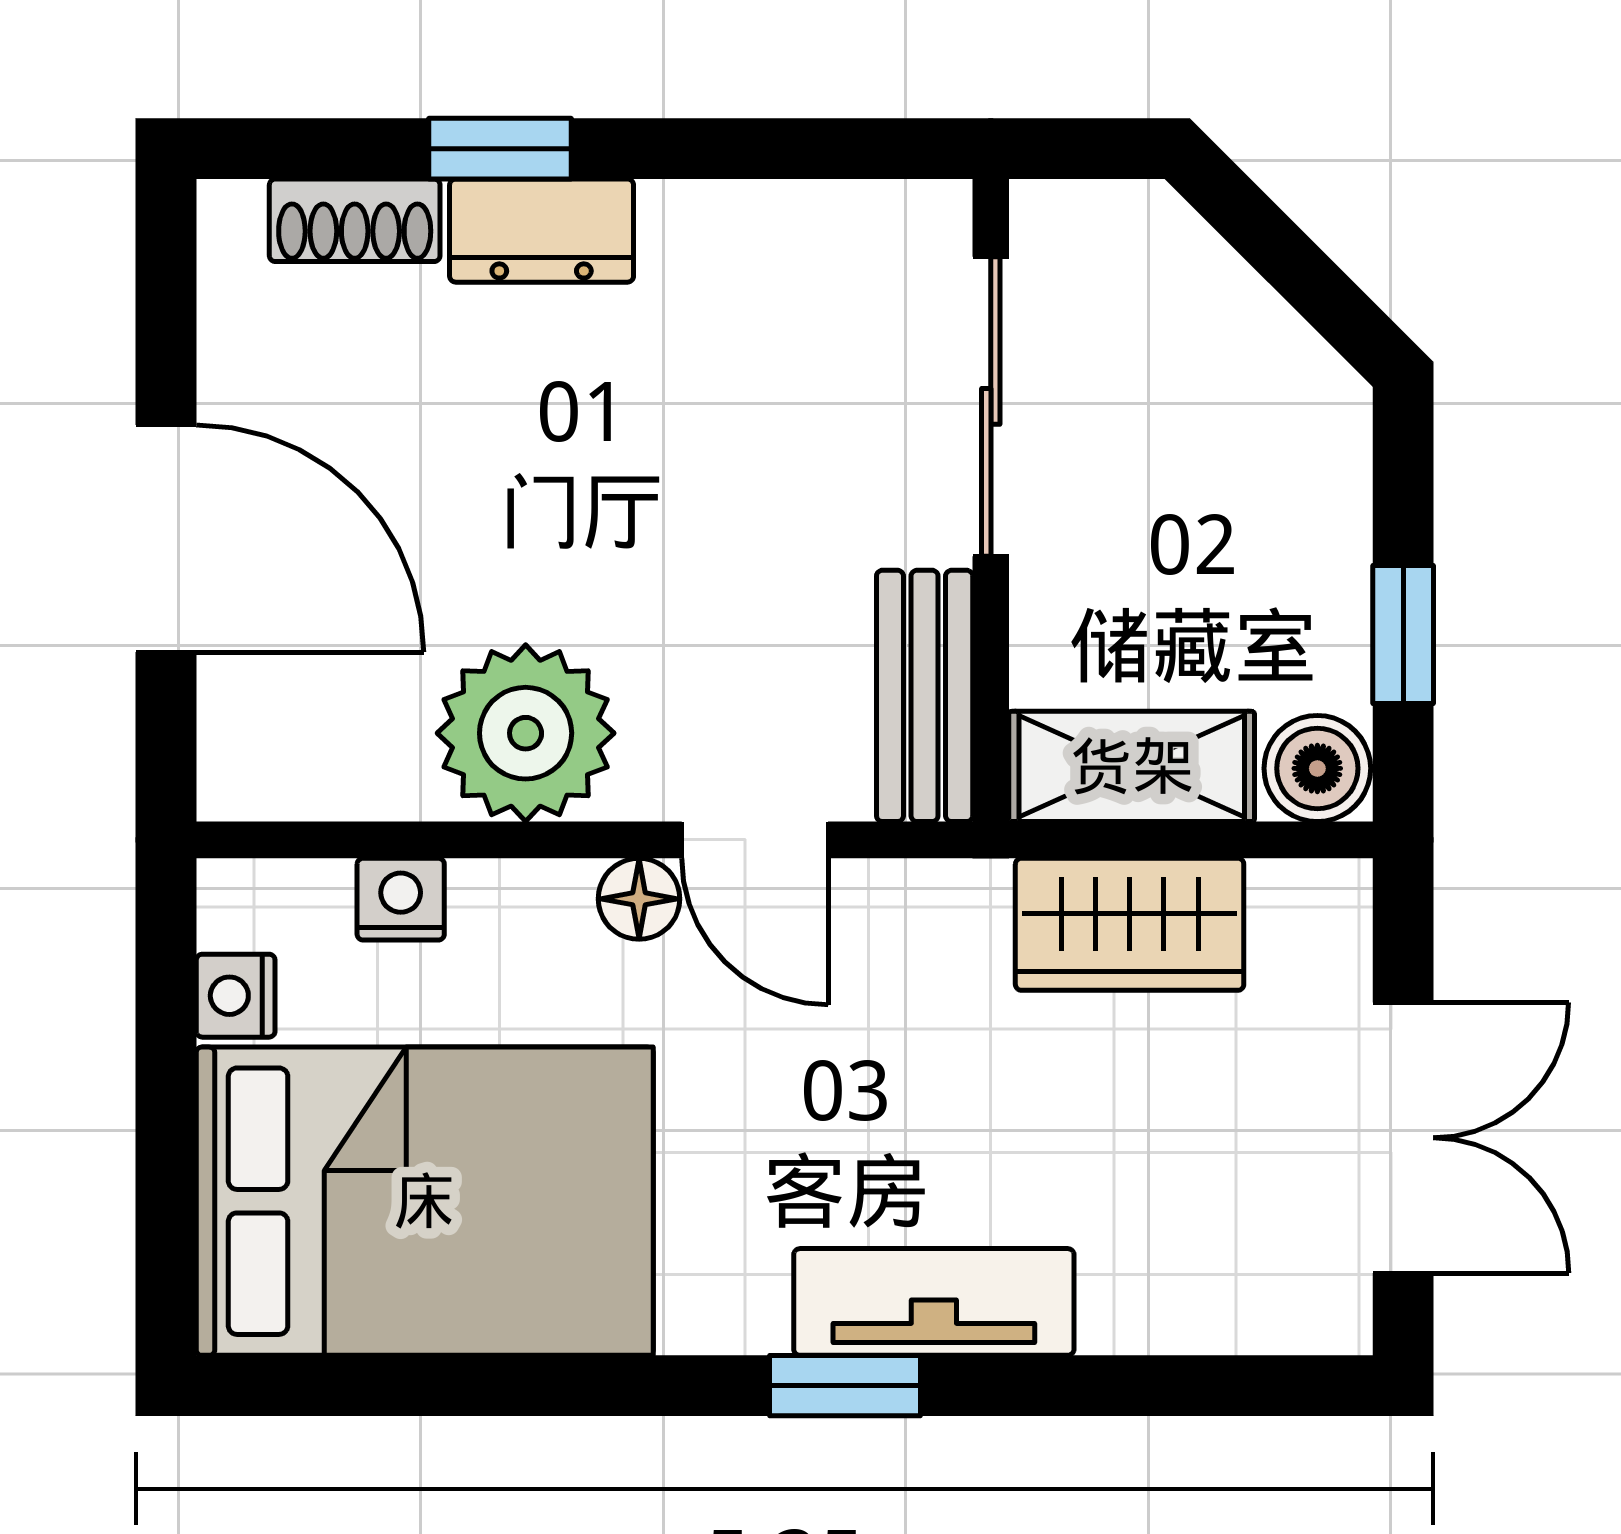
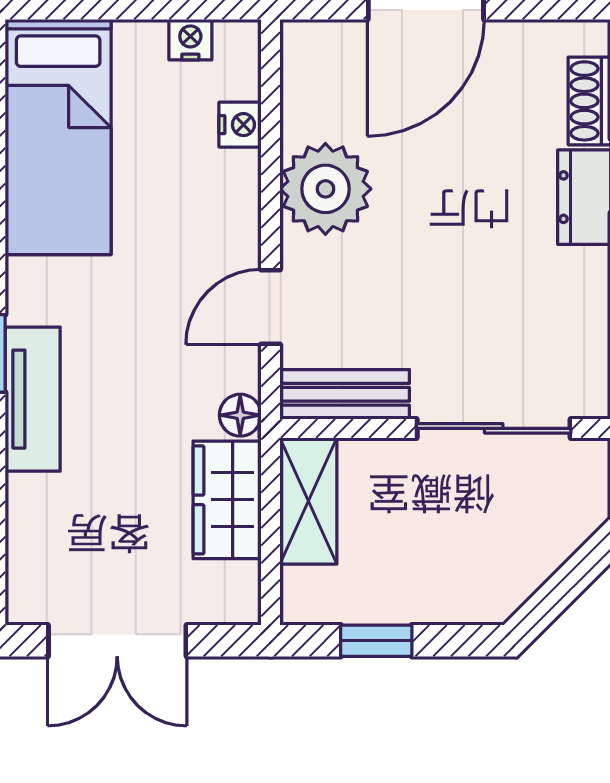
boiler: (1317, 768) -> (307, 597), removed
floor lamp: (639, 899) -> (240, 415), moved
bed: (425, 1201) -> (58, 137), width x0.67

